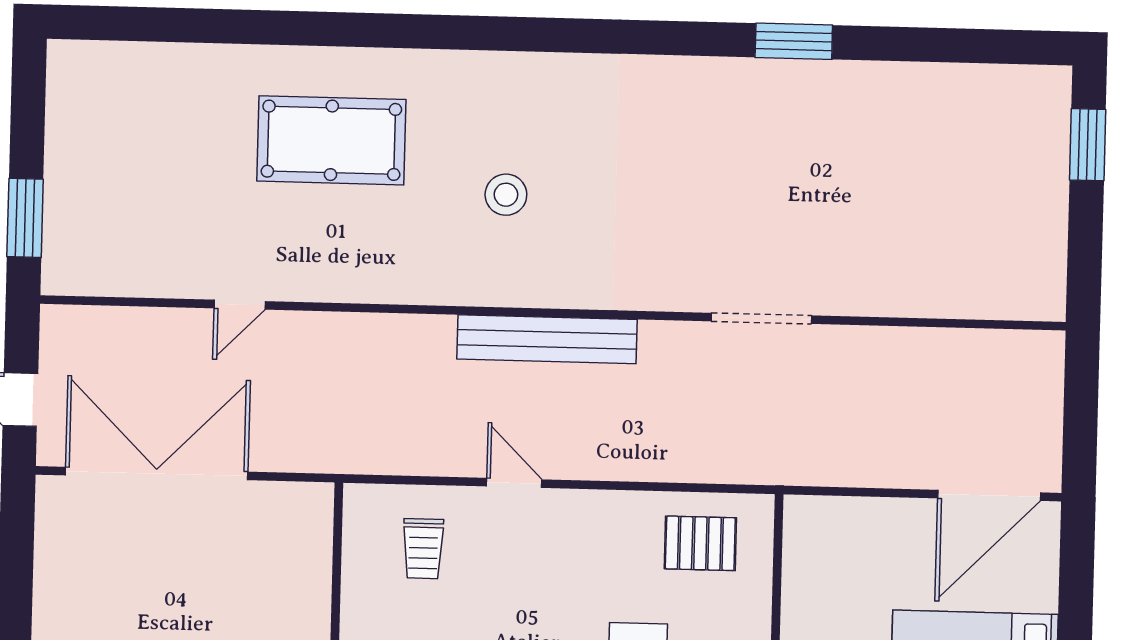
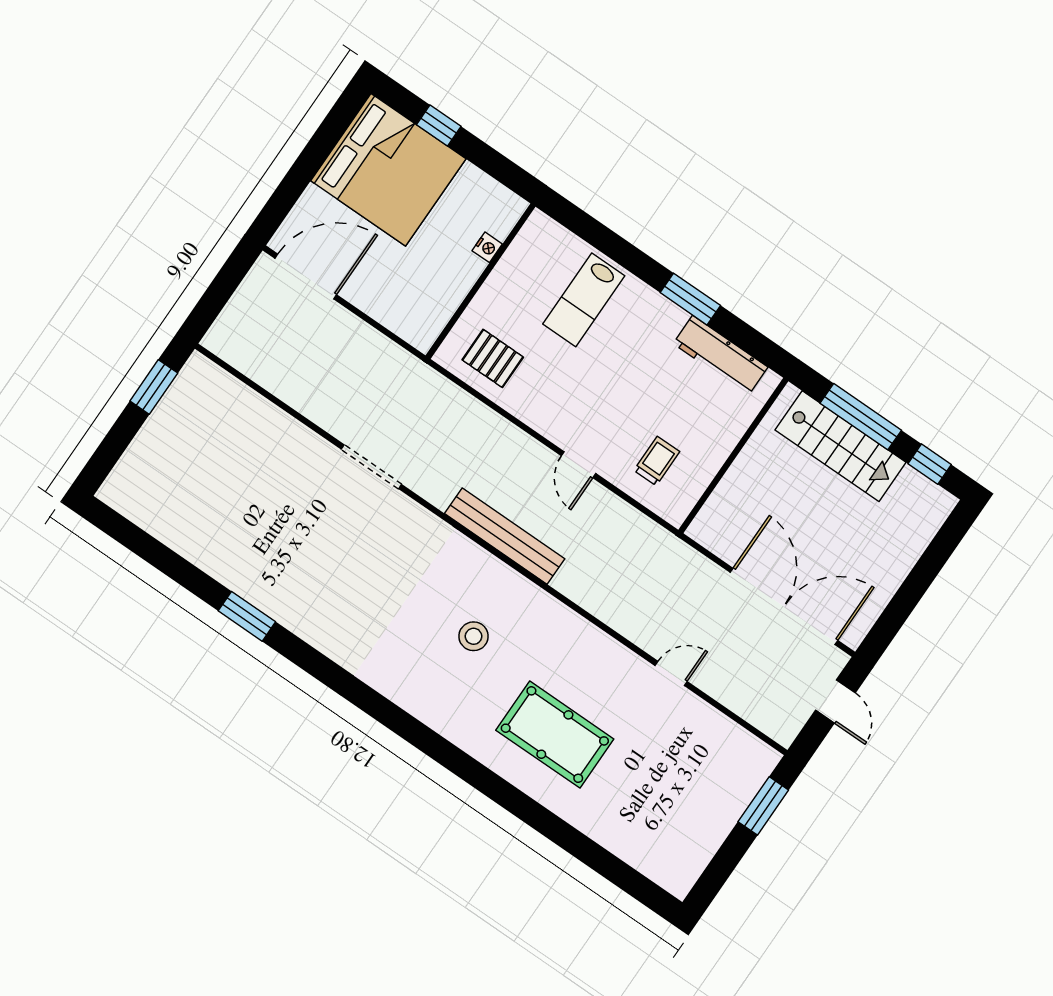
window: (1088, 145) -> (154, 387), moved
double door: (157, 474) -> (784, 606), swing flipped

